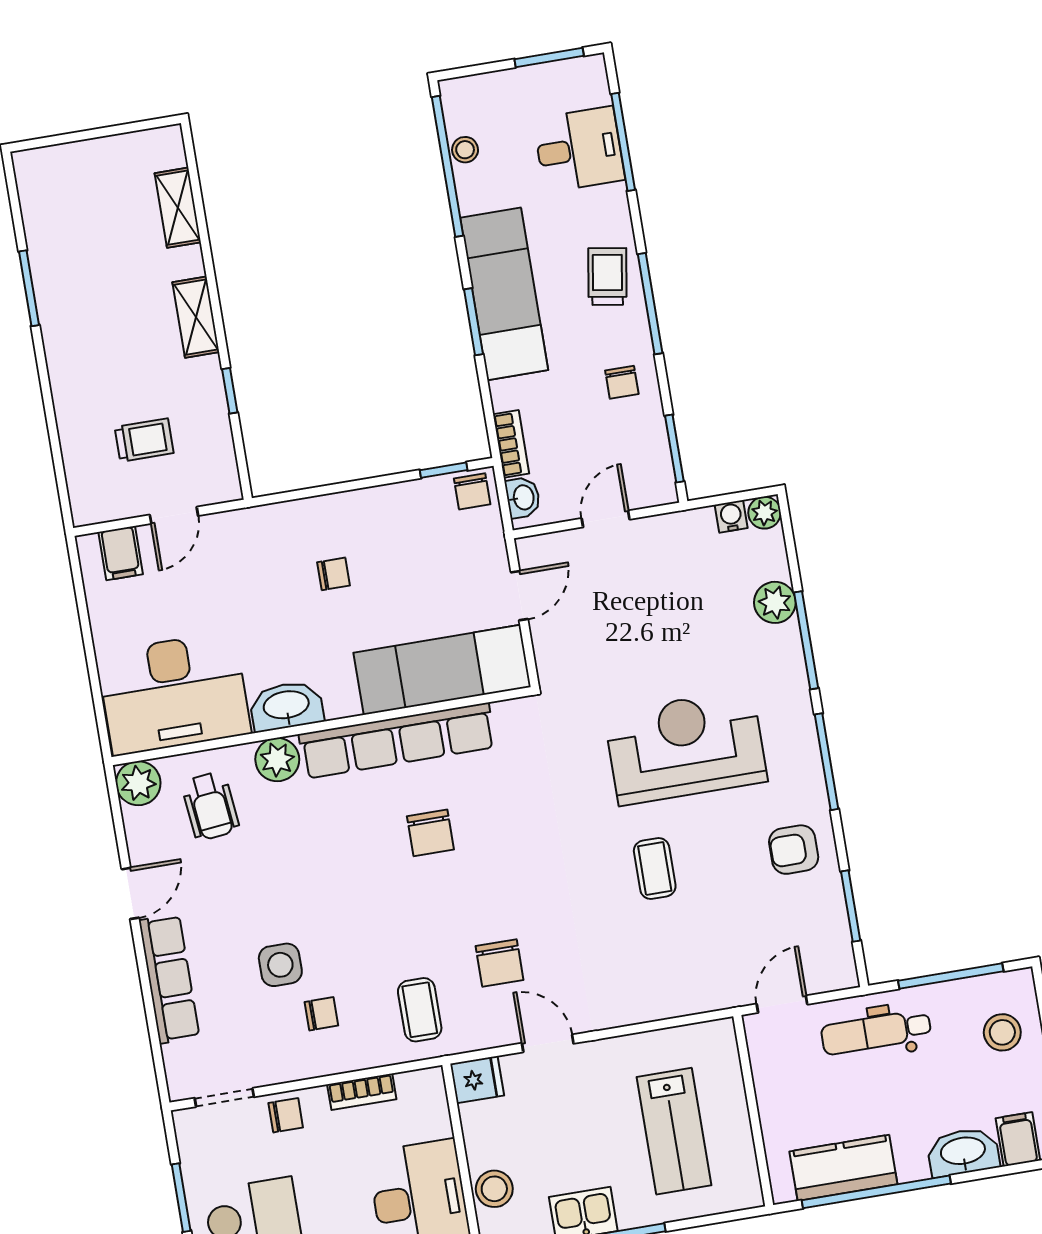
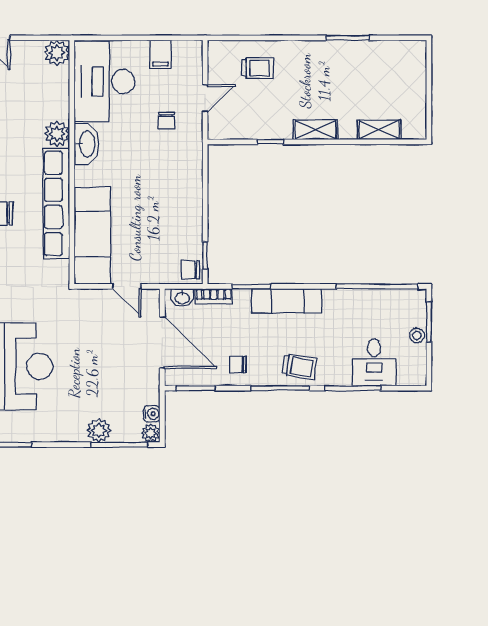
window: (549, 57) -> (429, 322), moved
window: (623, 142) -> (353, 388), moved
stool: (465, 150) -> (417, 336), moved
exam couch: (504, 294) -> (287, 301), width x0.73, depth x0.69
window: (474, 322) -> (252, 286), moved
trolley: (144, 440) -> (257, 68), moved, turned -90
door: (174, 515) -> (205, 98), swing flipped
door: (606, 519) -> (162, 343), width x1.87
filing cabinet: (121, 553) -> (161, 54), moved, turned -90
chair: (333, 574) -> (166, 120), moved
window: (806, 640) -> (119, 445), moved
wheelchair: (210, 806) -> (37, 91), removed

